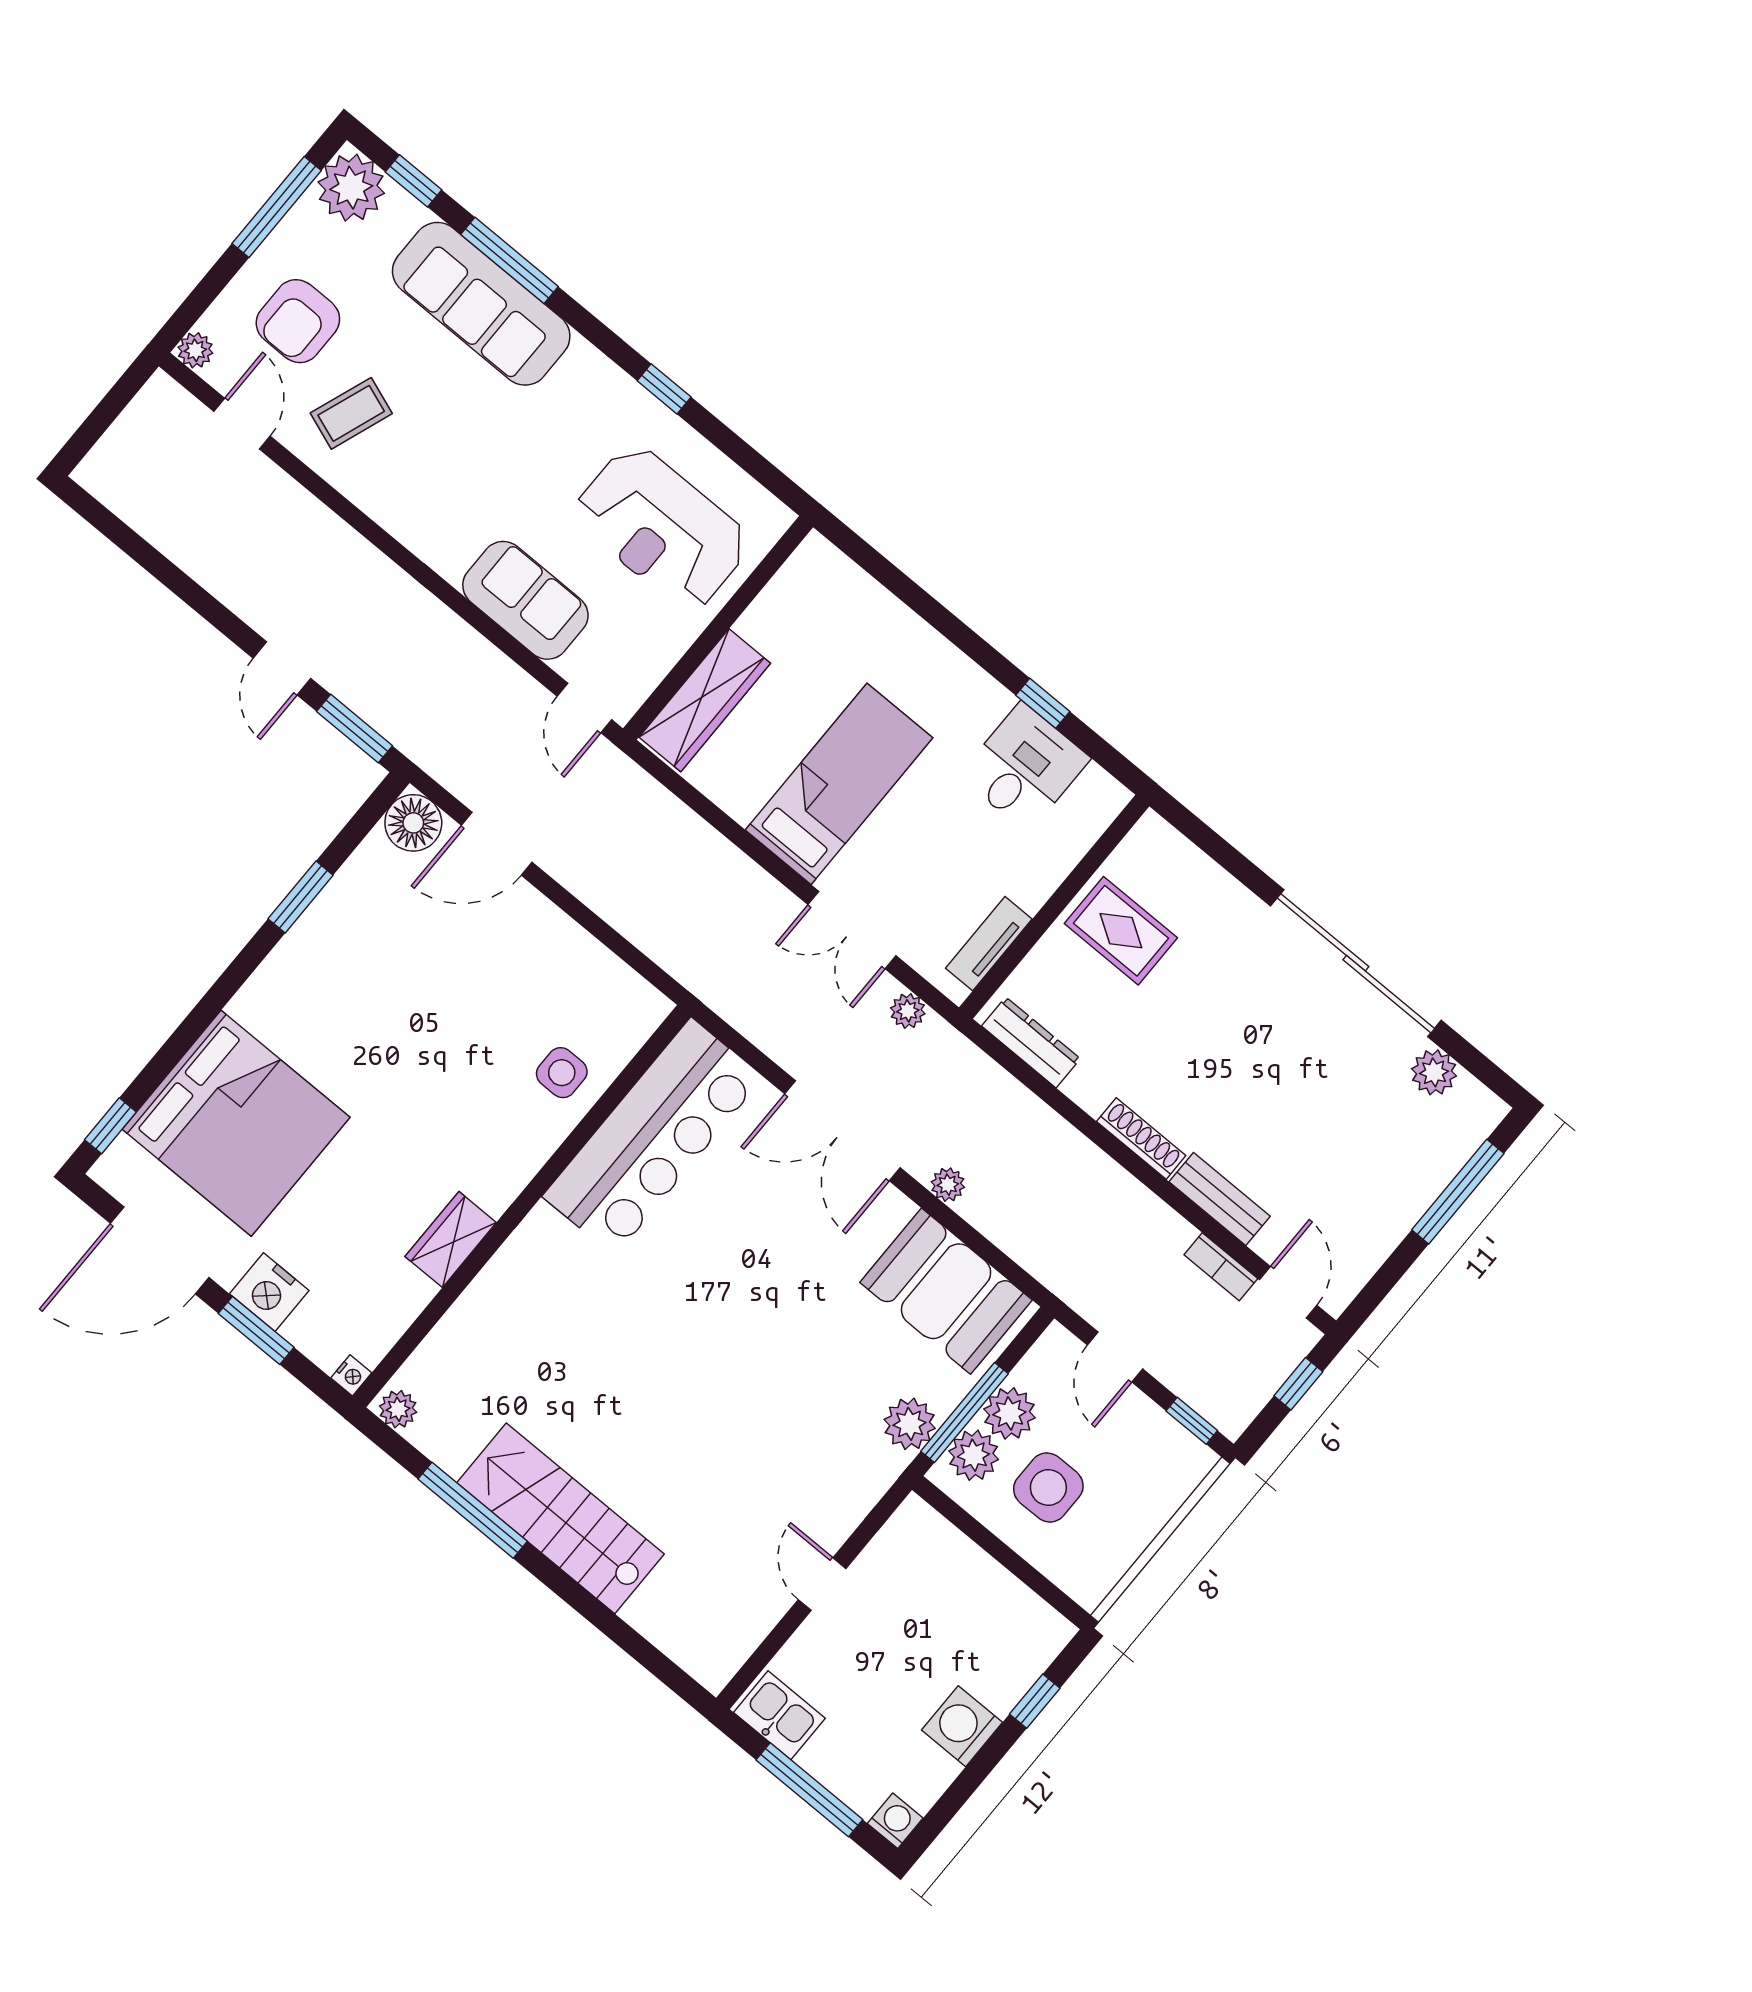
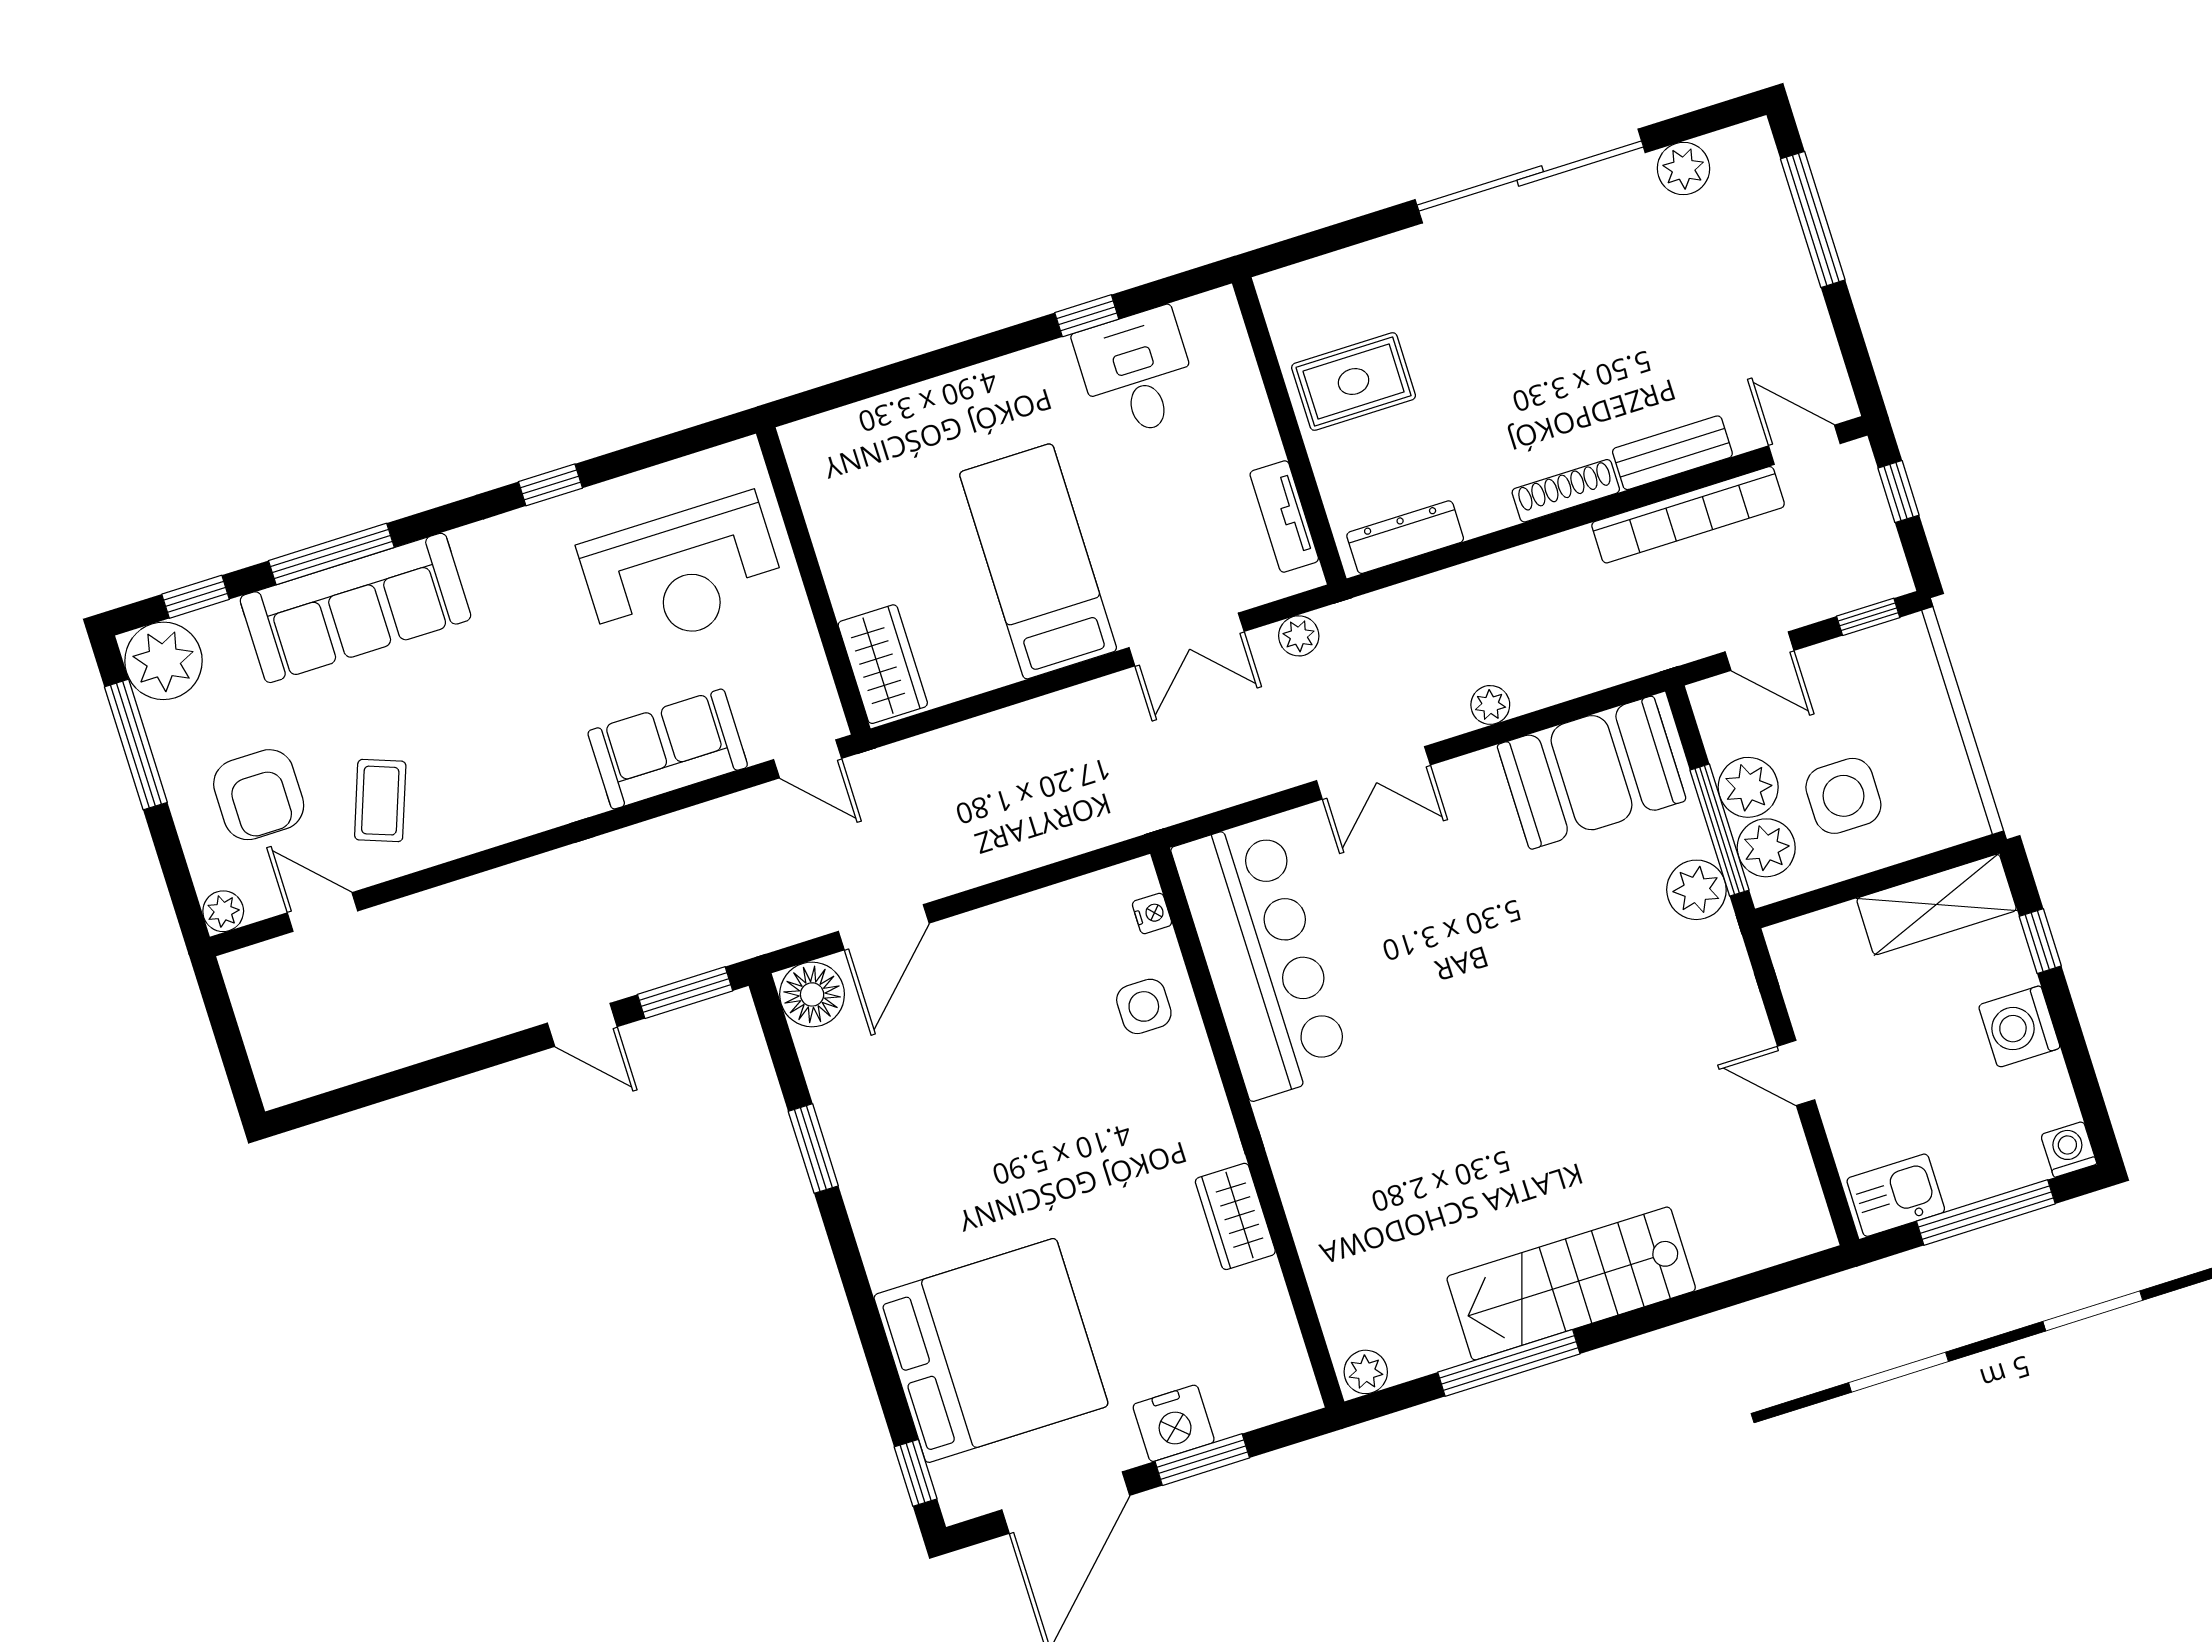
wardrobe: (705, 700) -> (883, 664), width x0.67
double door: (843, 1131) -> (1373, 773), width x0.73
bookcase: (1221, 1267) -> (1688, 515), width x2.31, depth x1.31
nightstand: (351, 1375) -> (1152, 913), moved
shelving: (1013, 1607) -> (1937, 904), added

